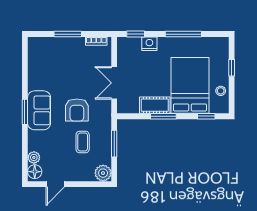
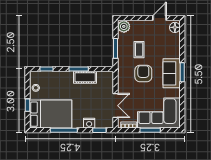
corner sofa: (56, 57) -> (159, 113), added
double door: (114, 83) -> (115, 106), moved
bed: (190, 85) -> (51, 114), moved, turned -90
plant: (34, 157) -> (176, 38), removed

